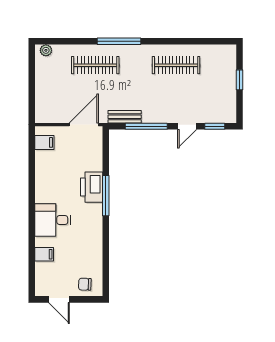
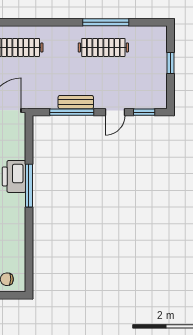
window: (119, 41) -> (106, 22), moved
bench: (125, 117) -> (76, 102), moved

